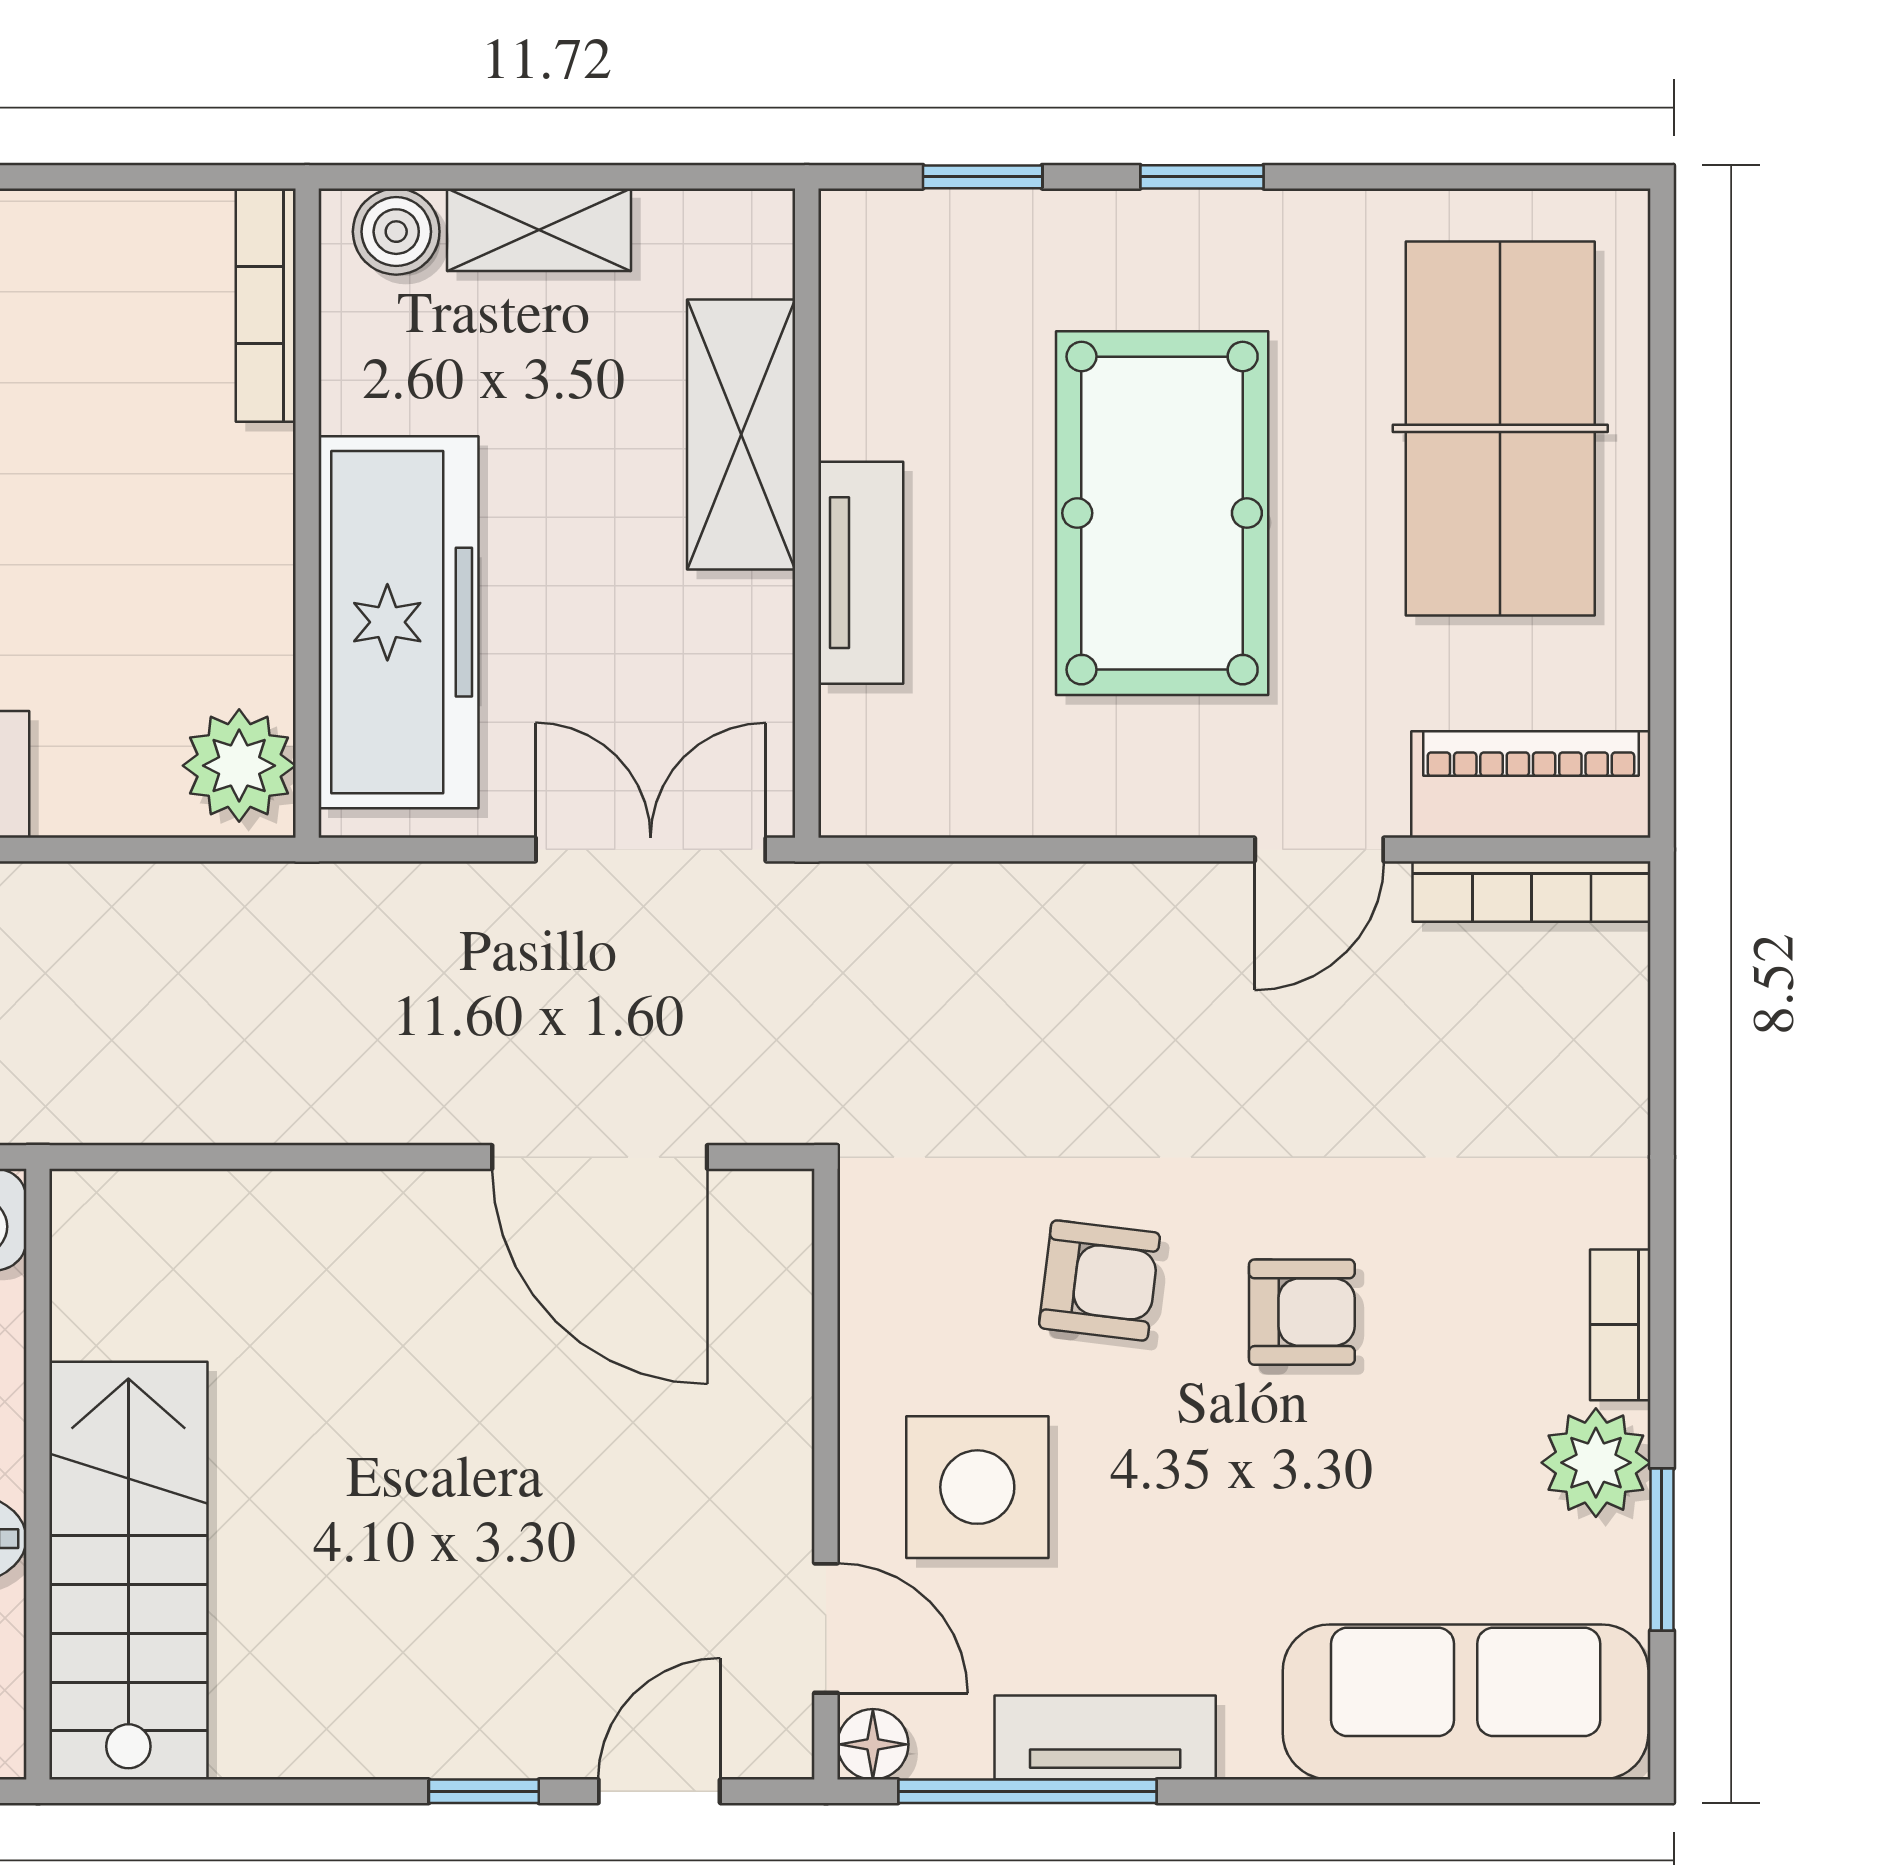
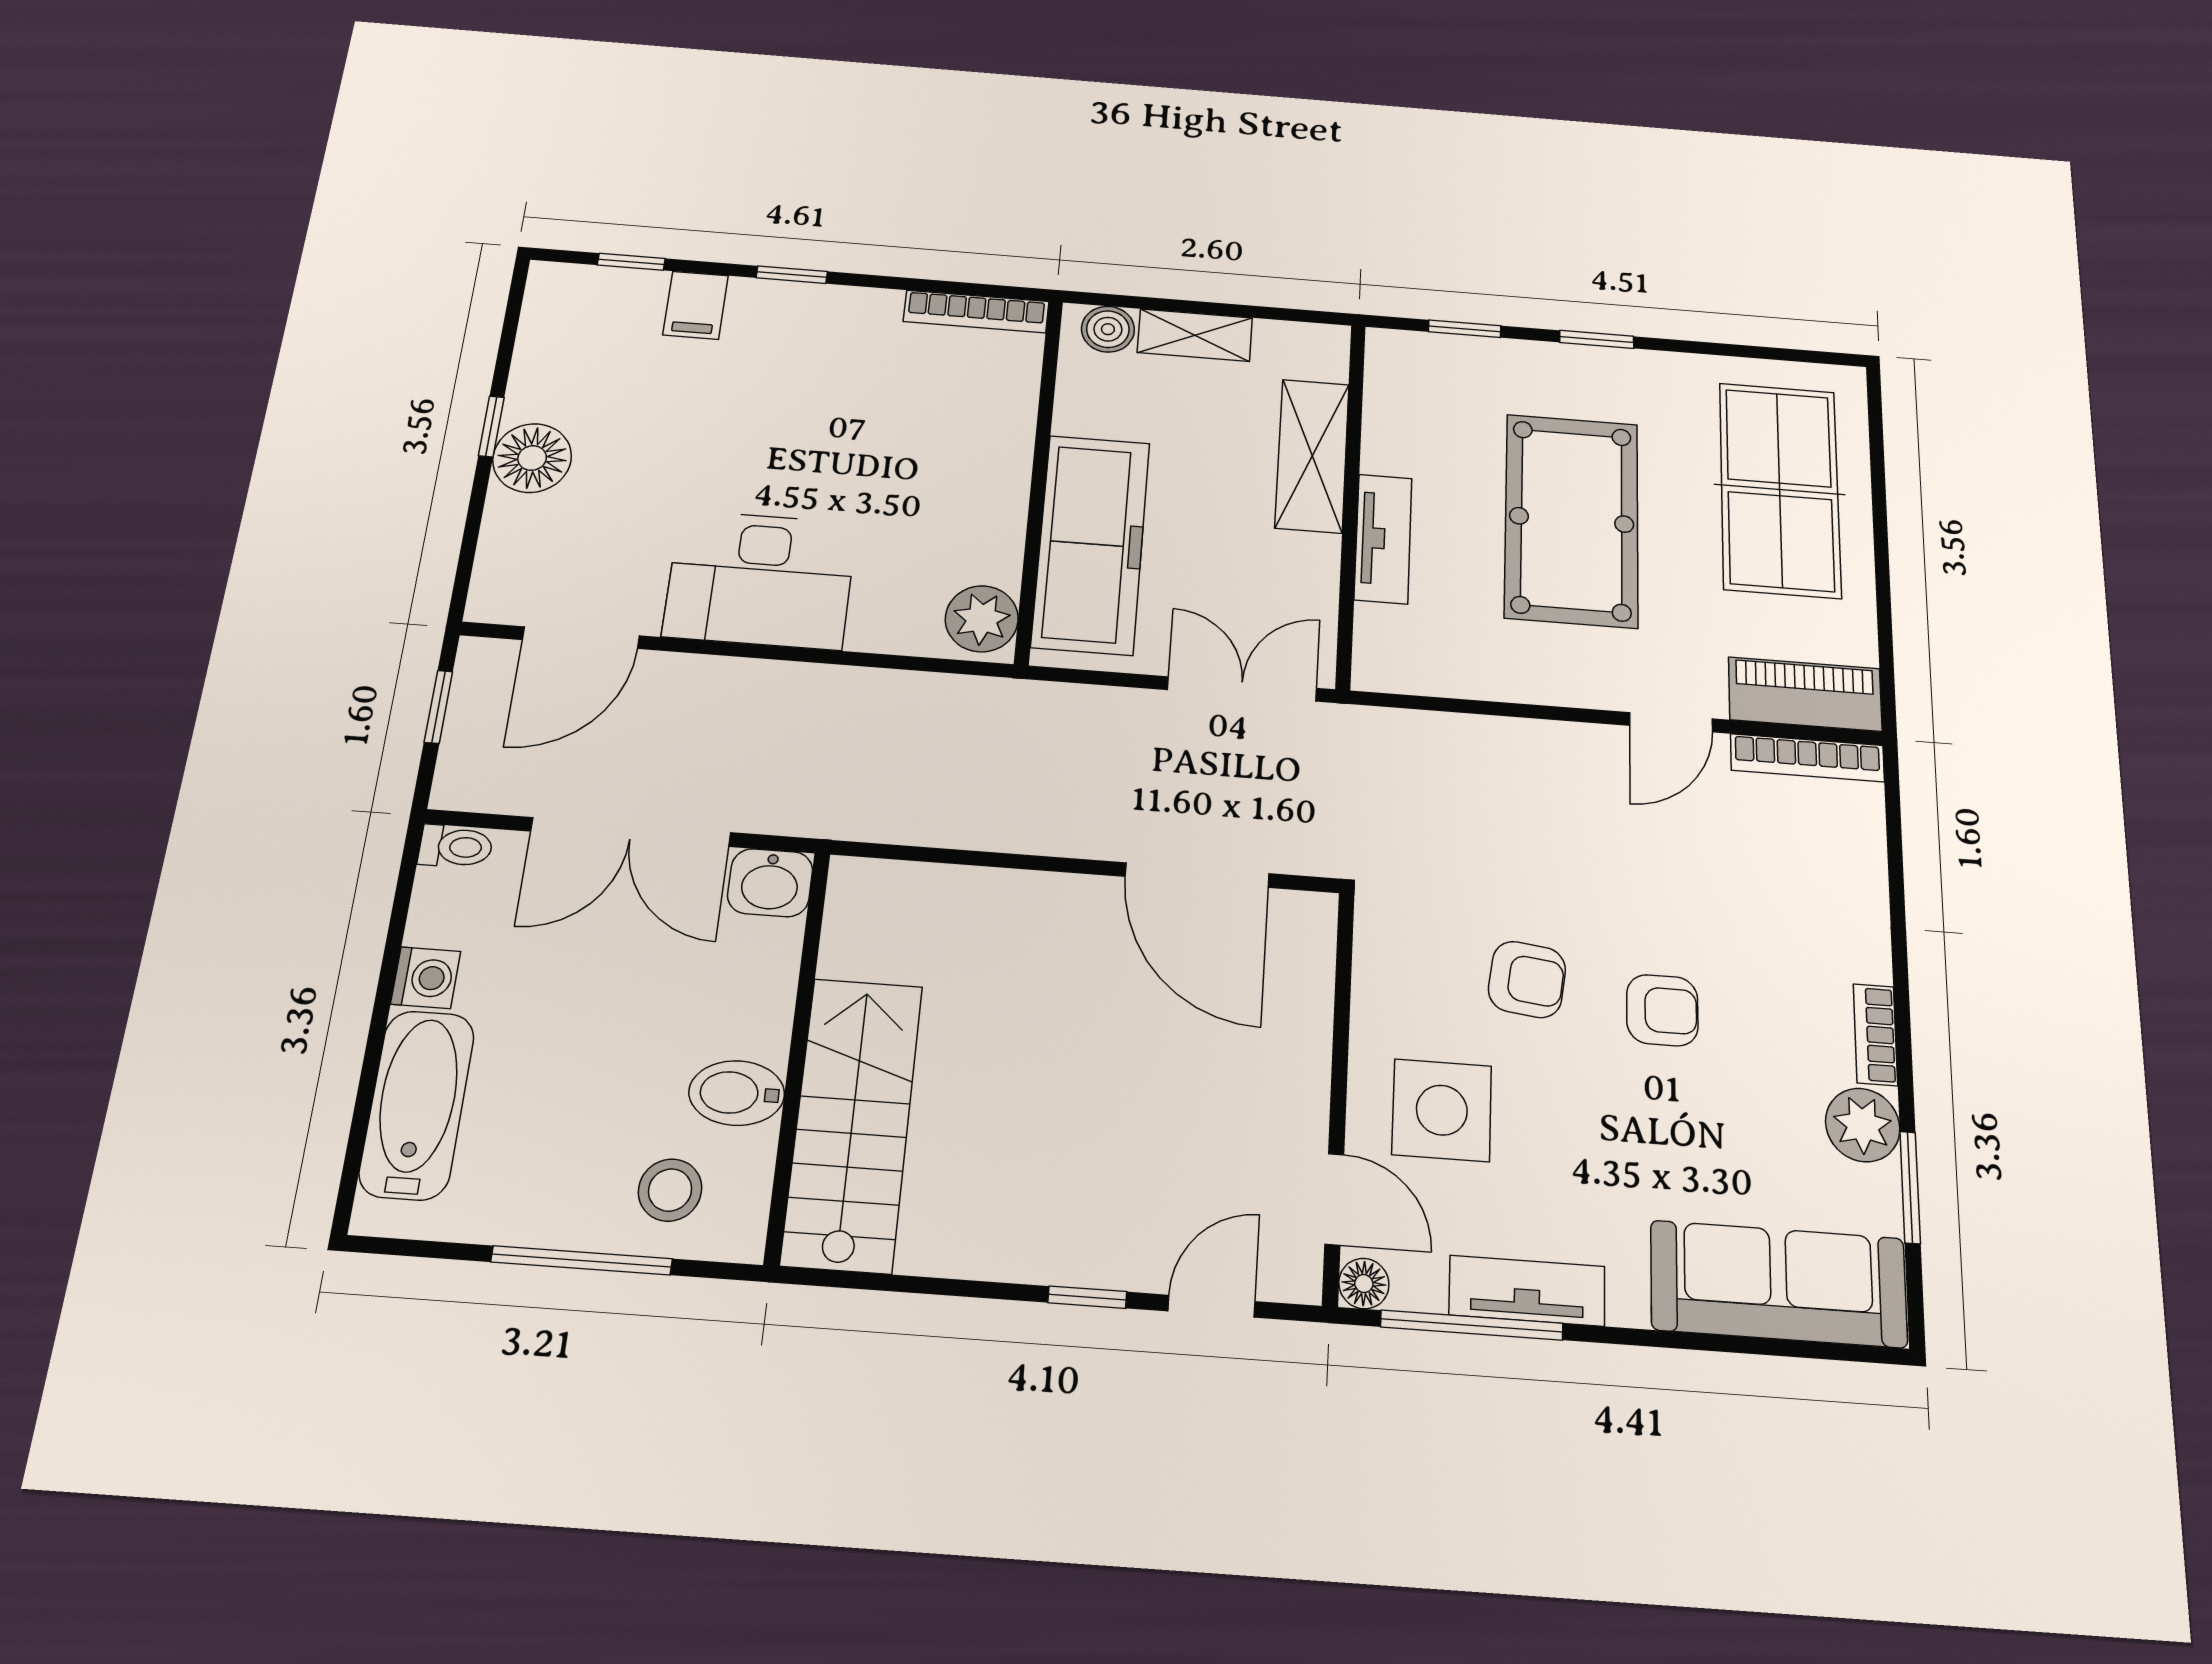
bookcase: (266, 305) -> (976, 312), moved, turned -90

